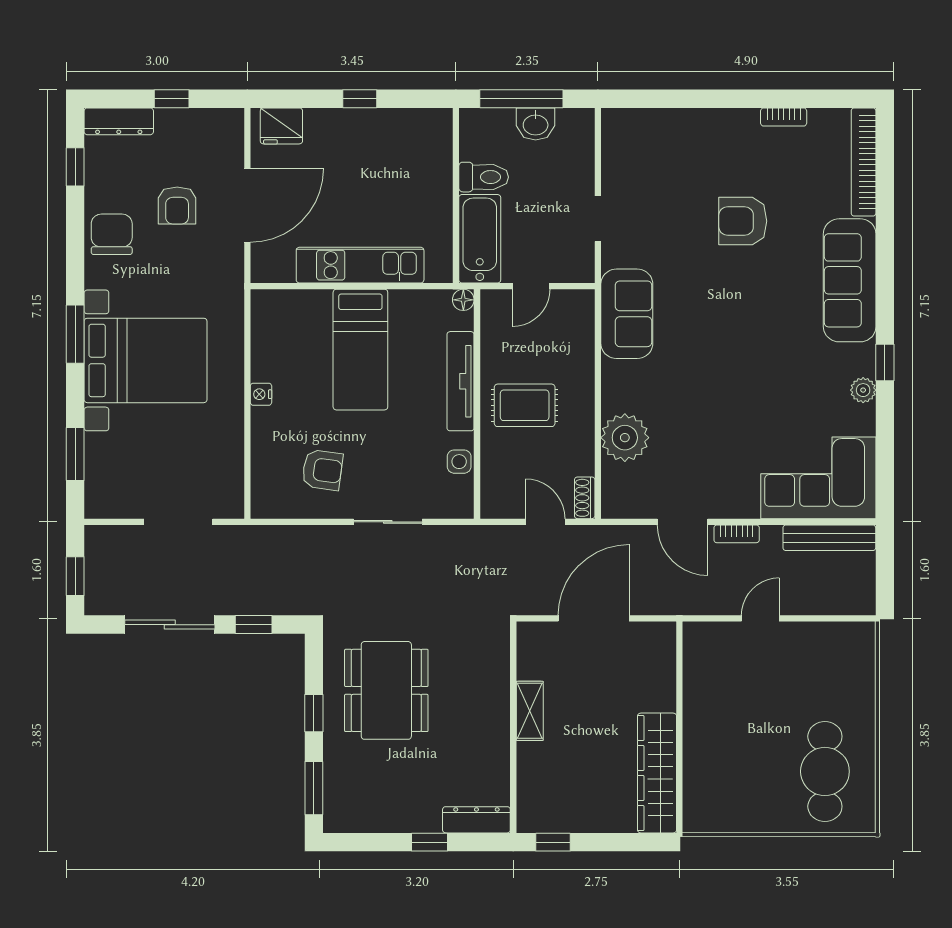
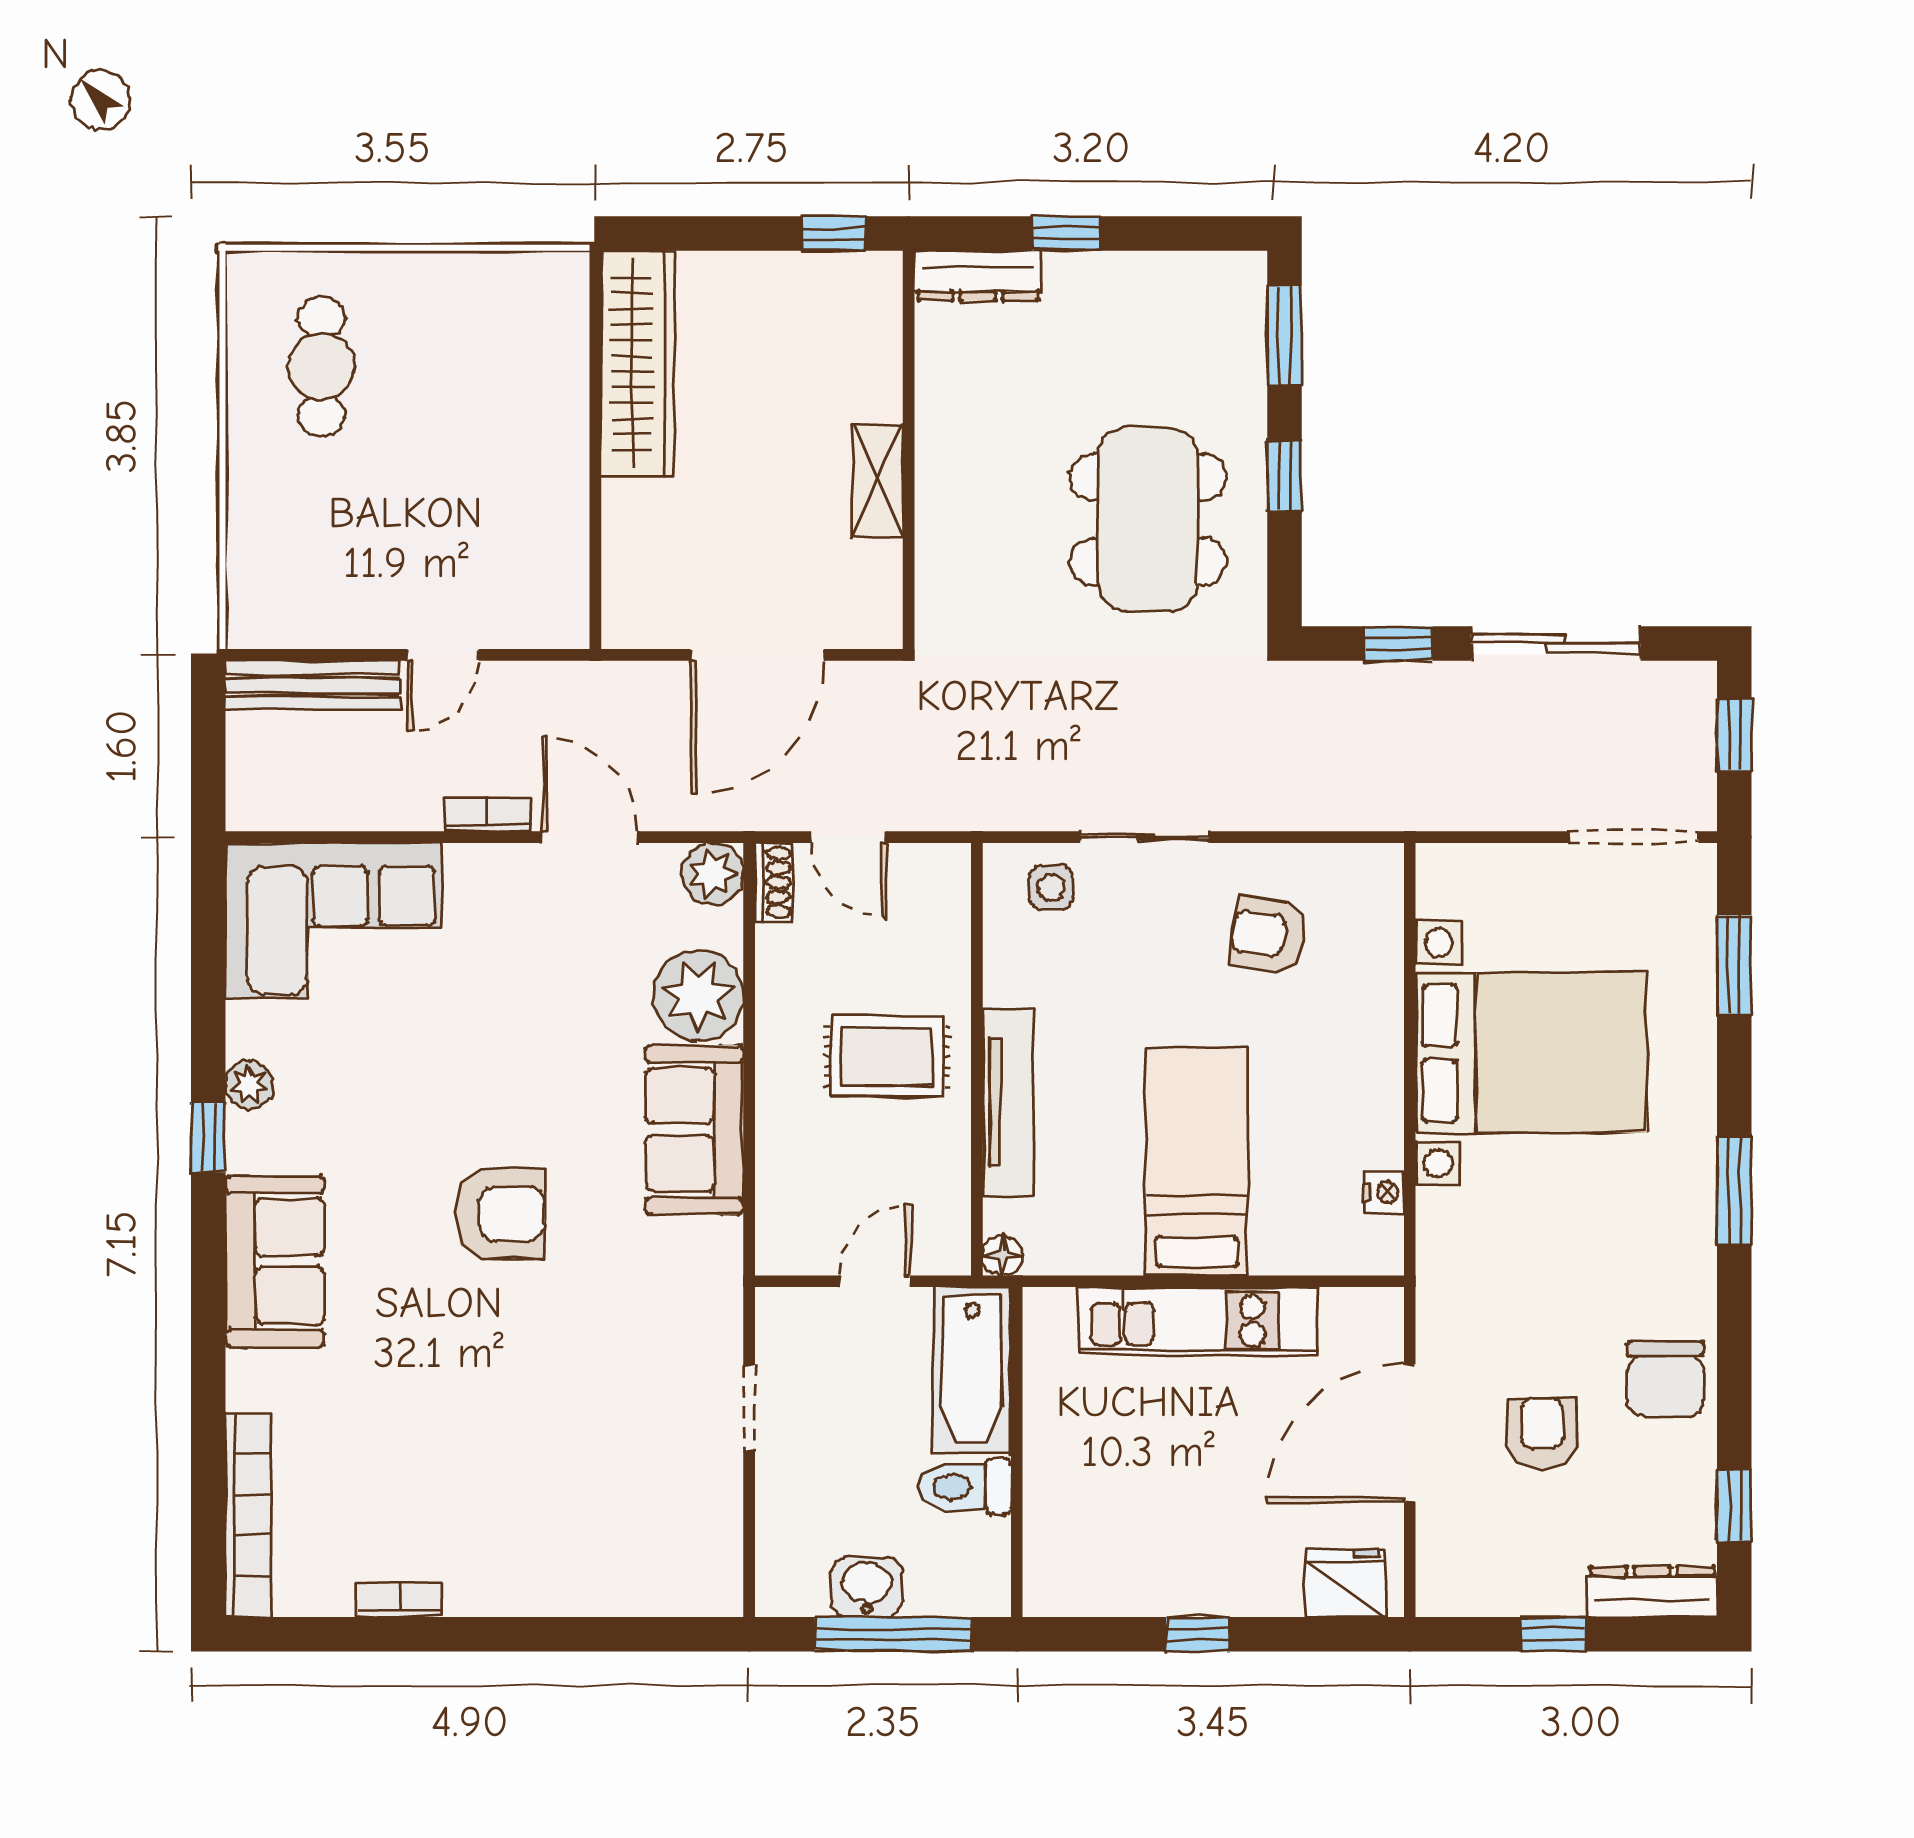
armchair: (743, 221) -> (500, 1214), moved
sofa: (850, 280) -> (275, 1261), width x0.73
sofa: (627, 314) -> (695, 1130), moved
bed with nightstands: (146, 360) -> (1531, 1053), moved, turned 180
nightstand: (261, 394) -> (1384, 1192), moved
side table: (459, 462) -> (1051, 888), moved
plant: (617, 502) -> (713, 874), added
doorway: (178, 522) -> (1633, 837), moved
bench: (829, 538) -> (313, 685), moved
cafe table: (825, 771) -> (321, 367), width x0.73, depth x0.74

